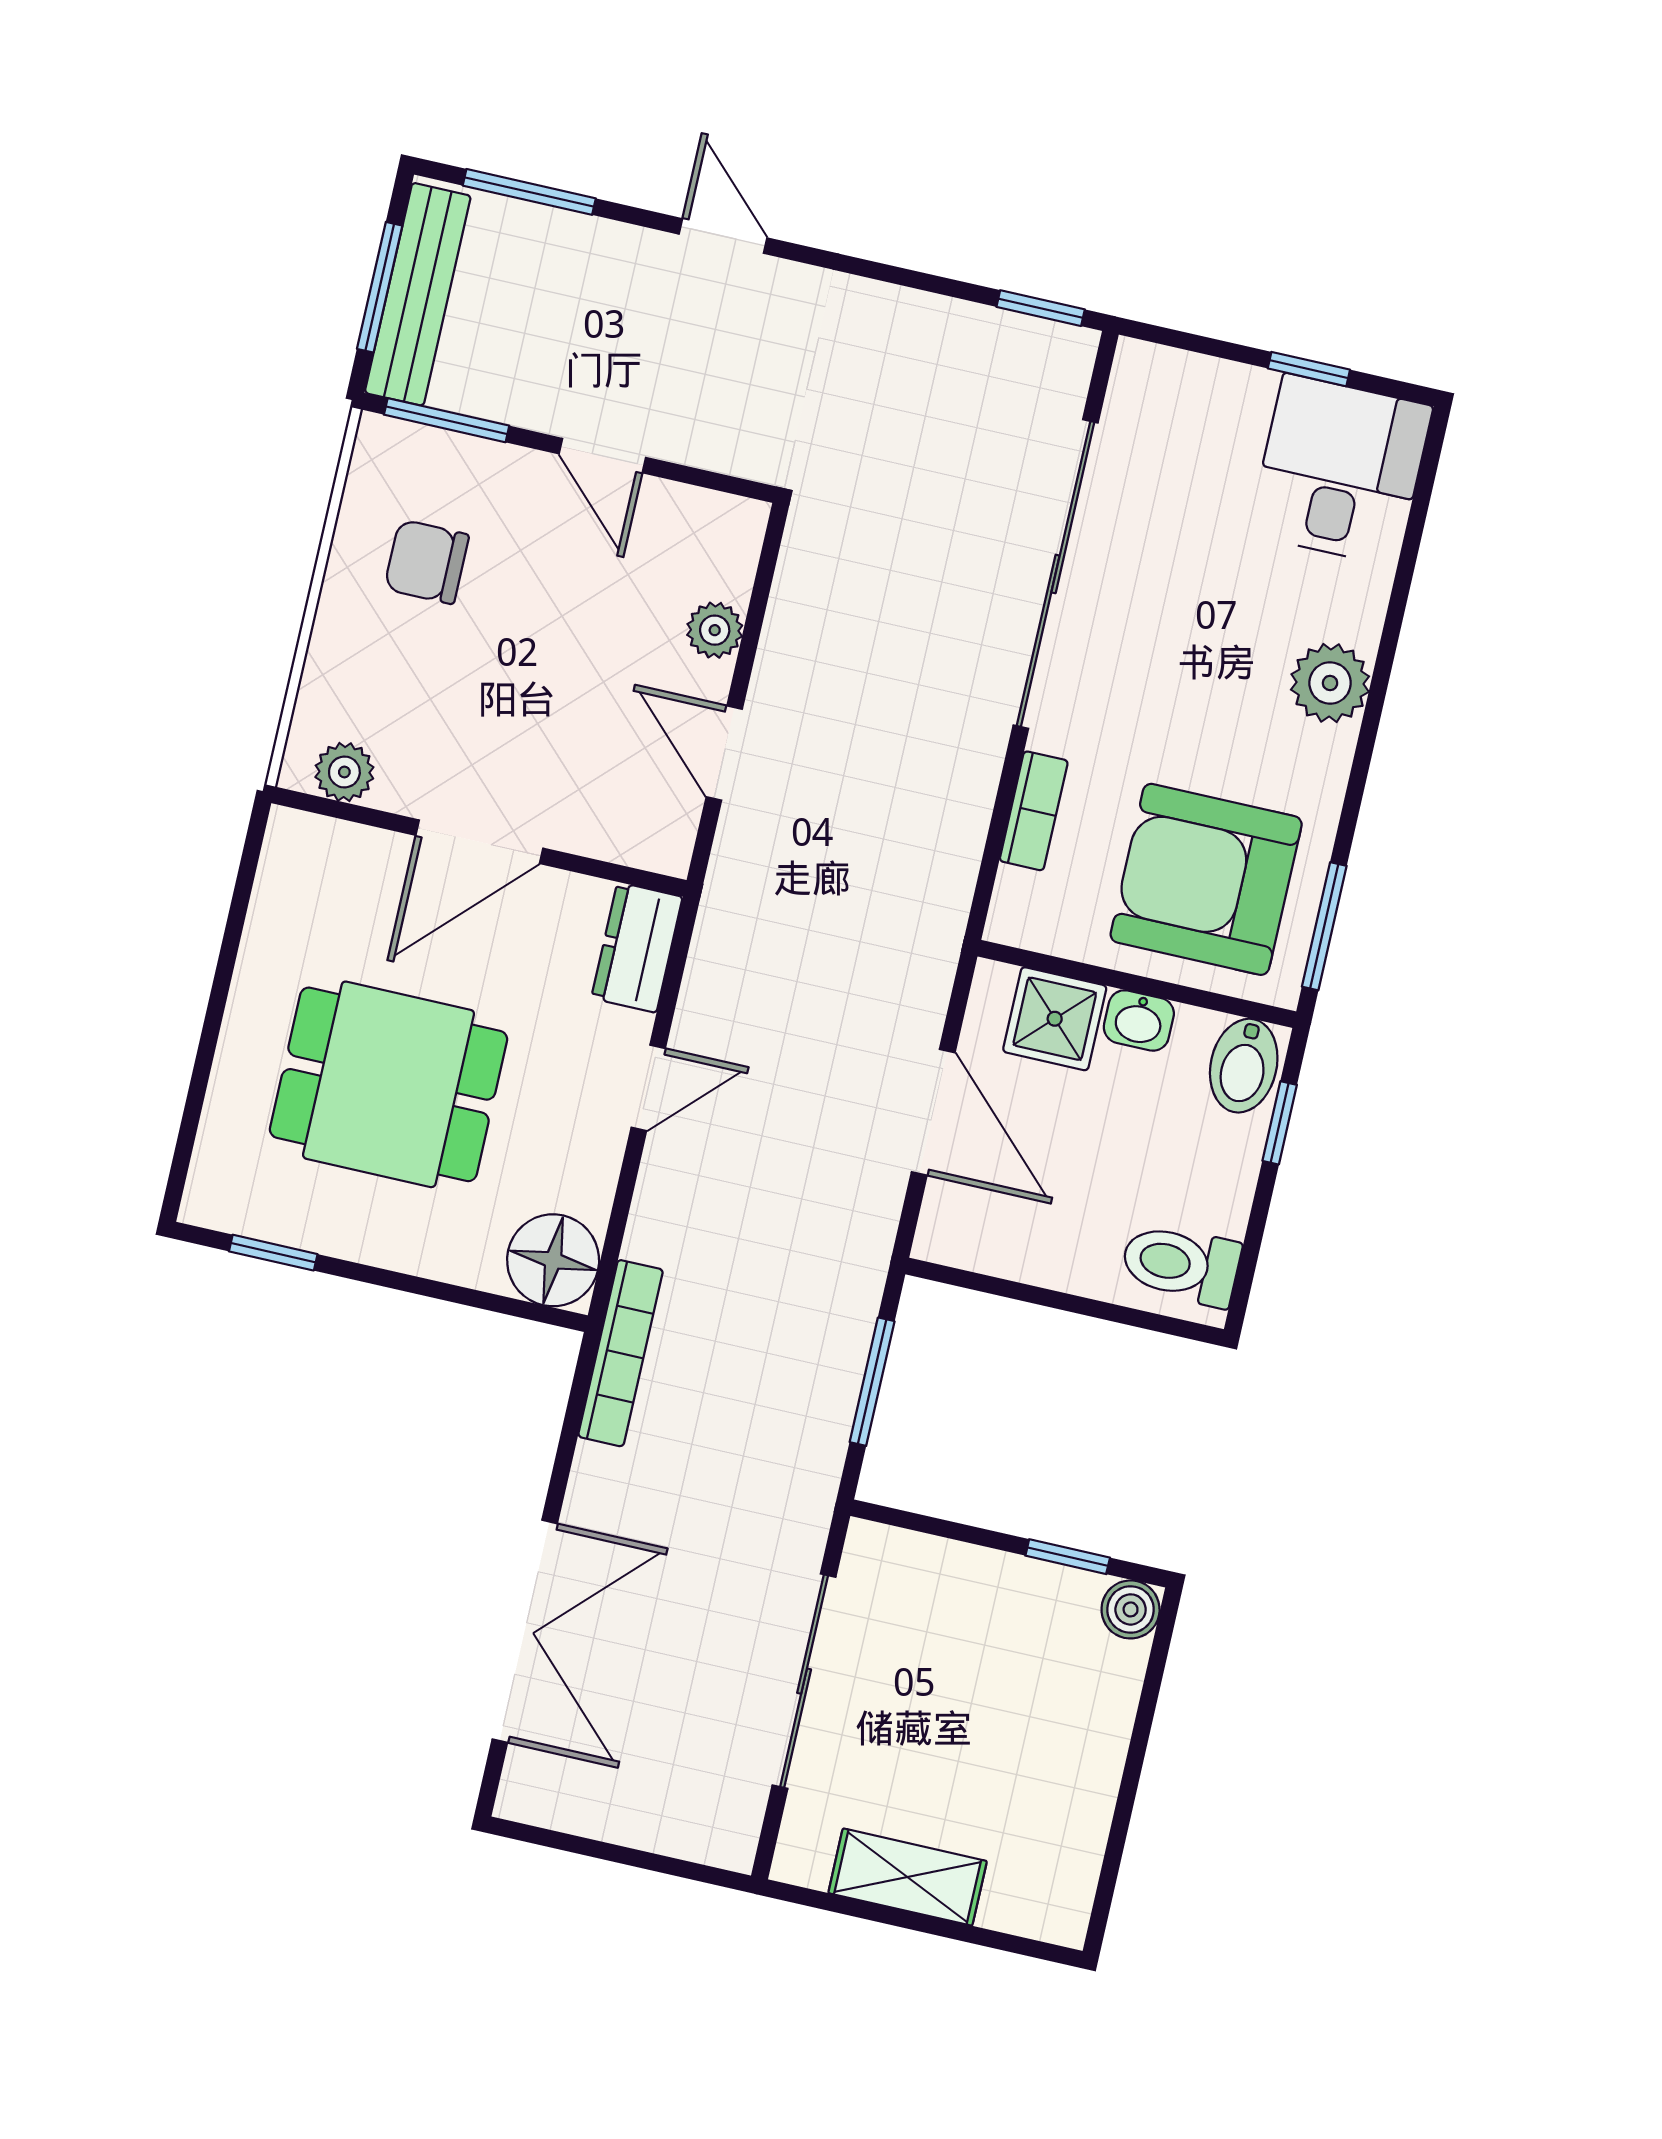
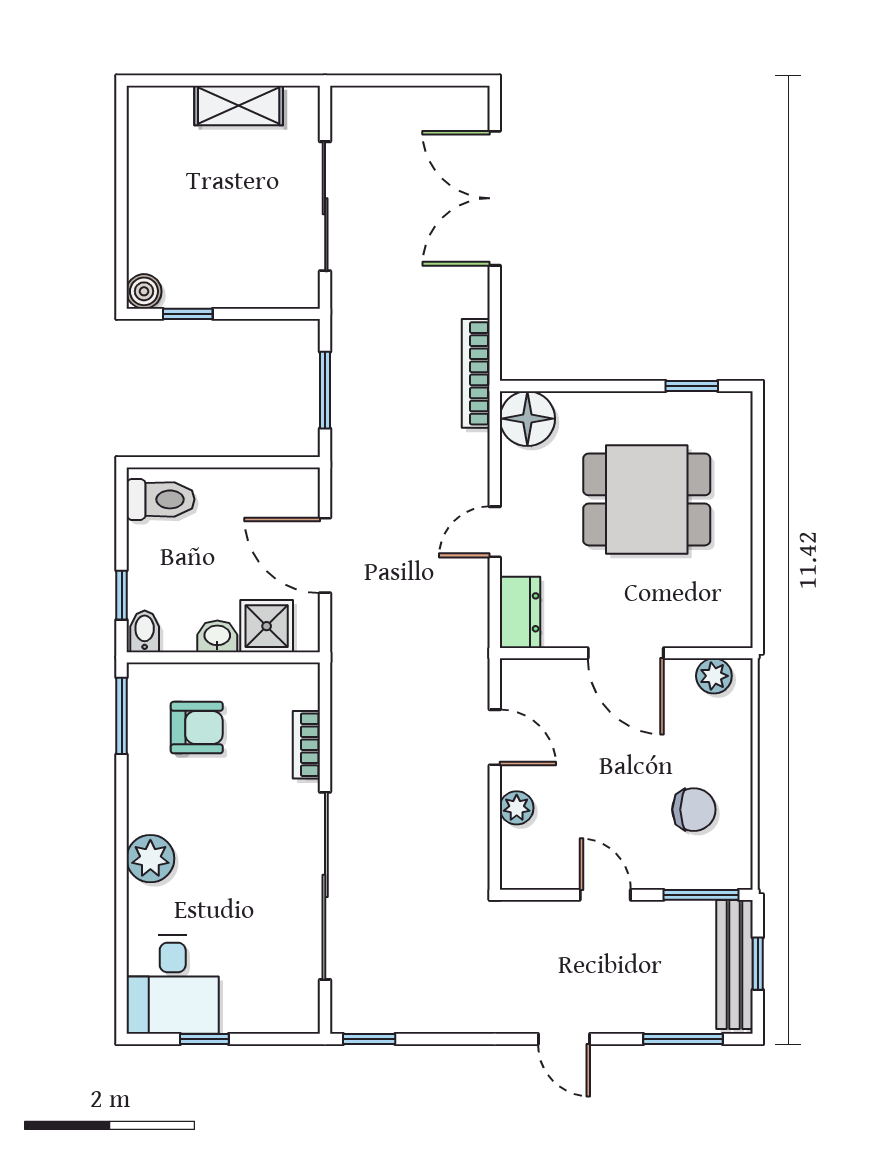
window: (380, 287) -> (758, 964), width x0.67
door: (479, 842) -> (626, 653), swing flipped
armchair: (1206, 879) -> (197, 728), width x0.53, depth x0.53
bidet: (1244, 1066) -> (145, 631), width x0.72, depth x0.74

